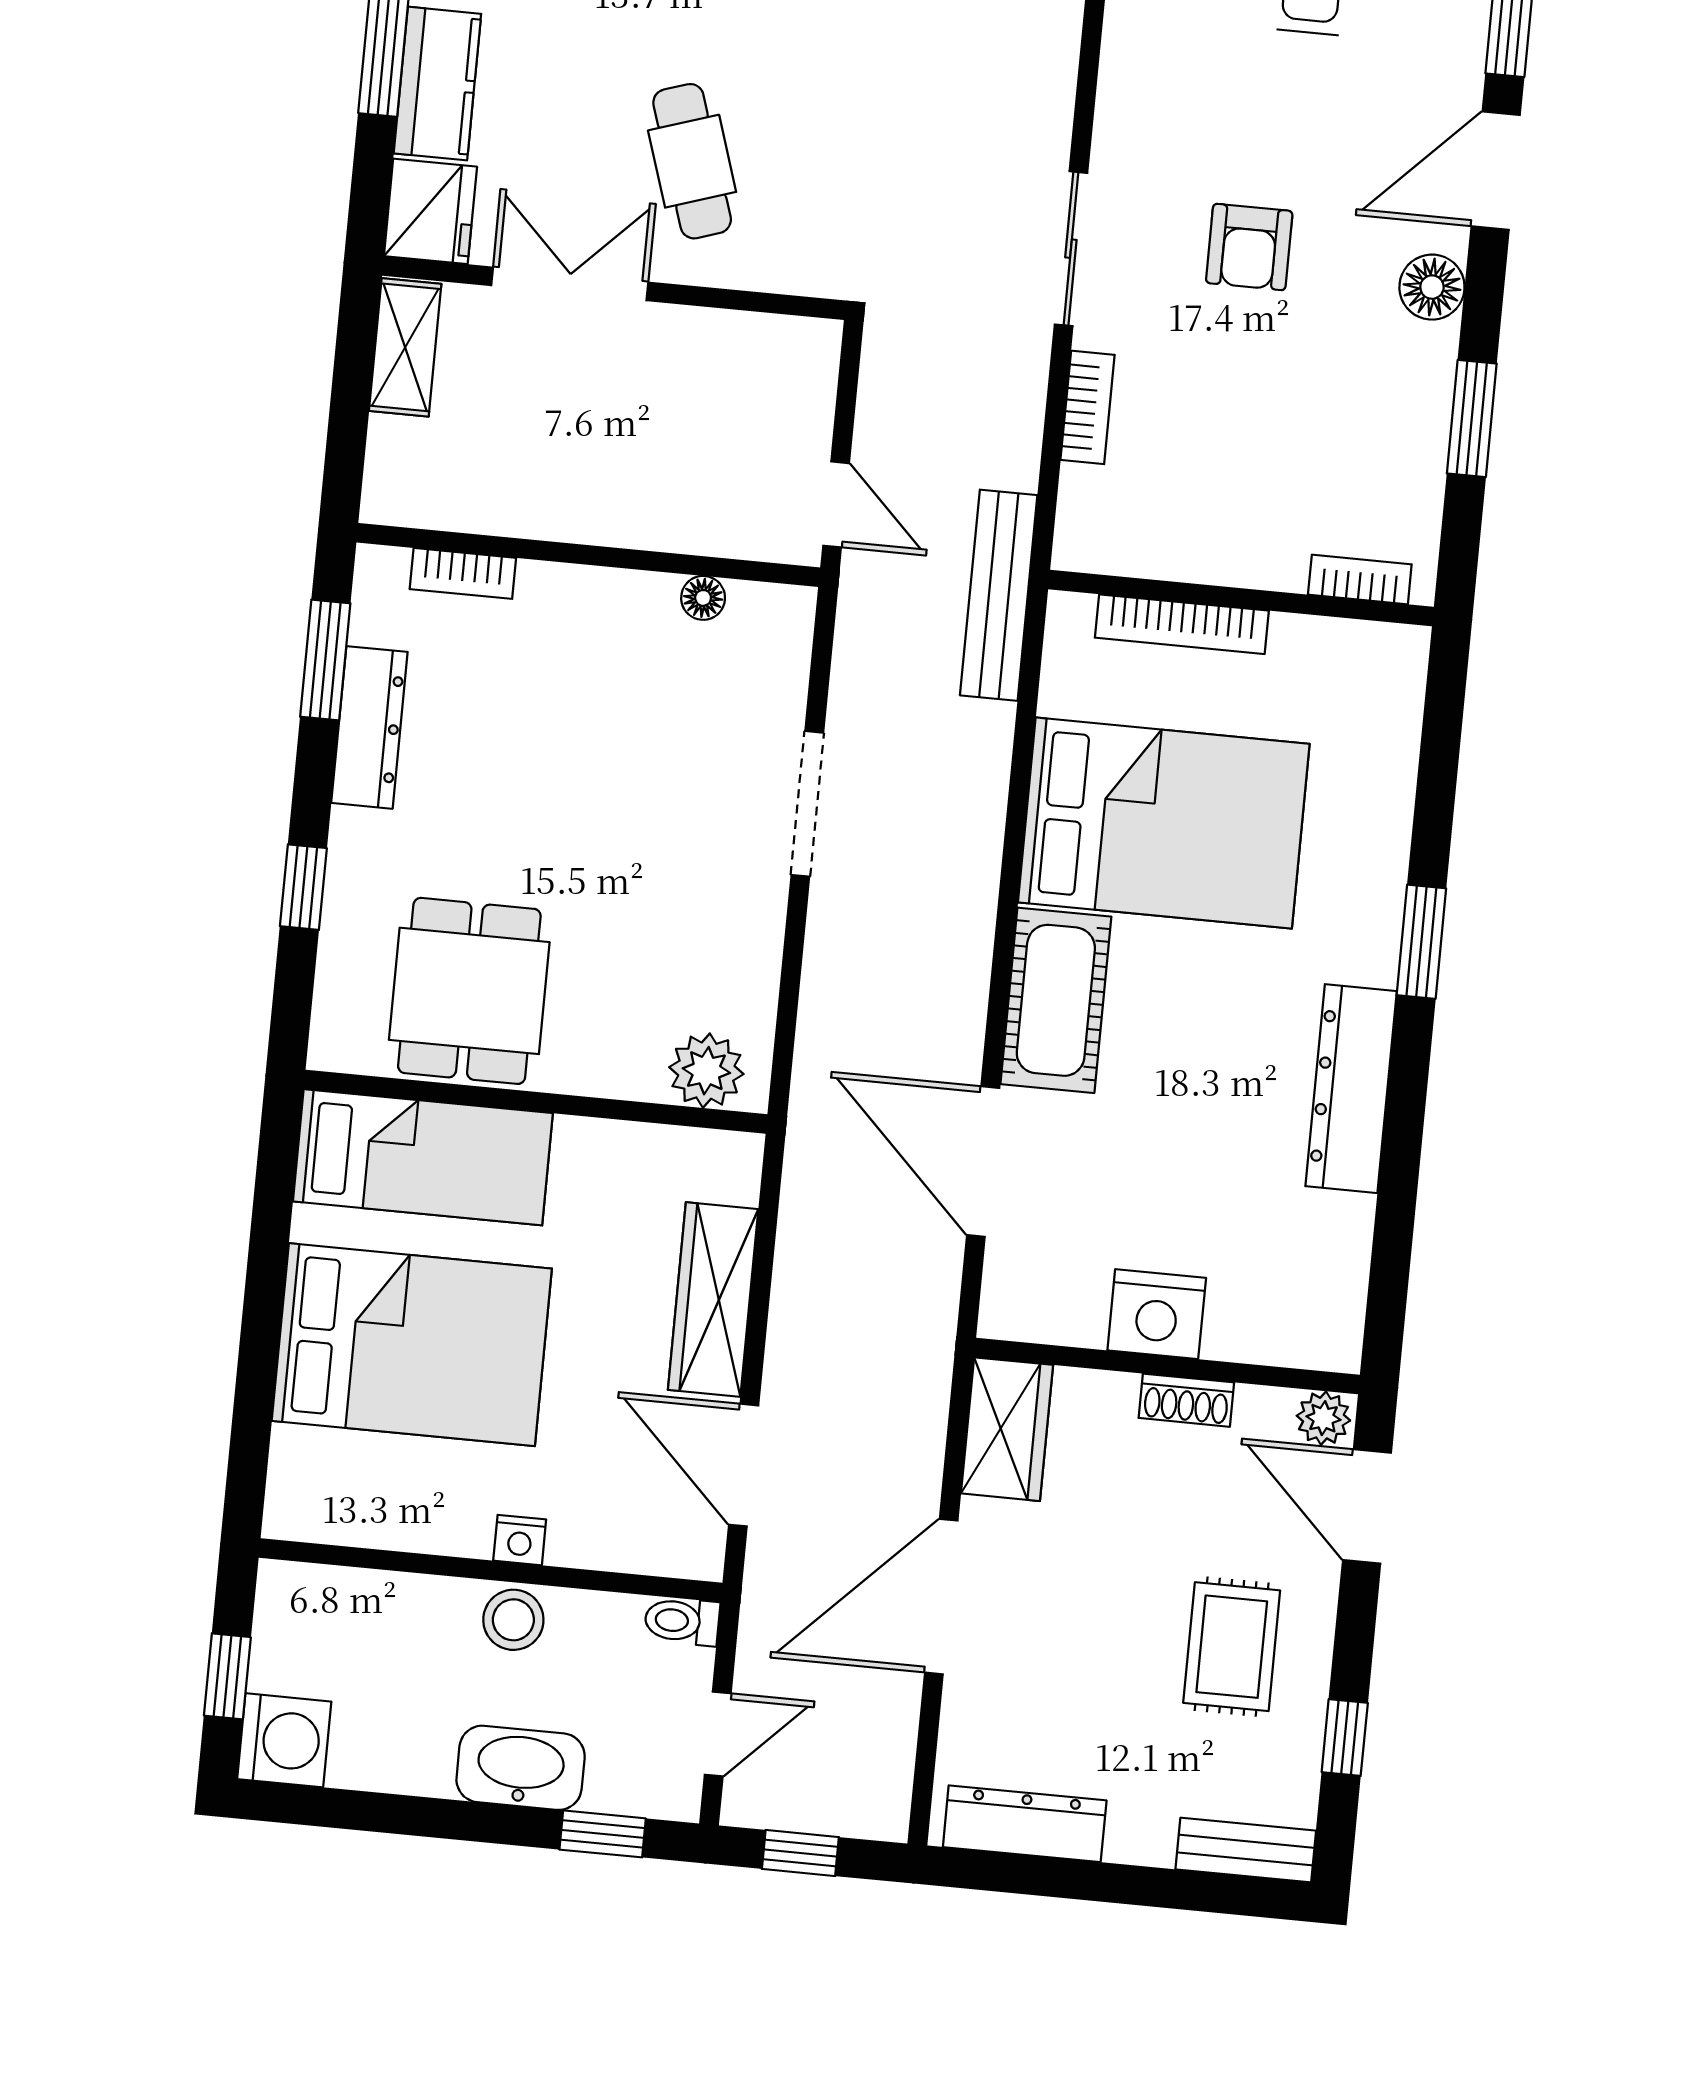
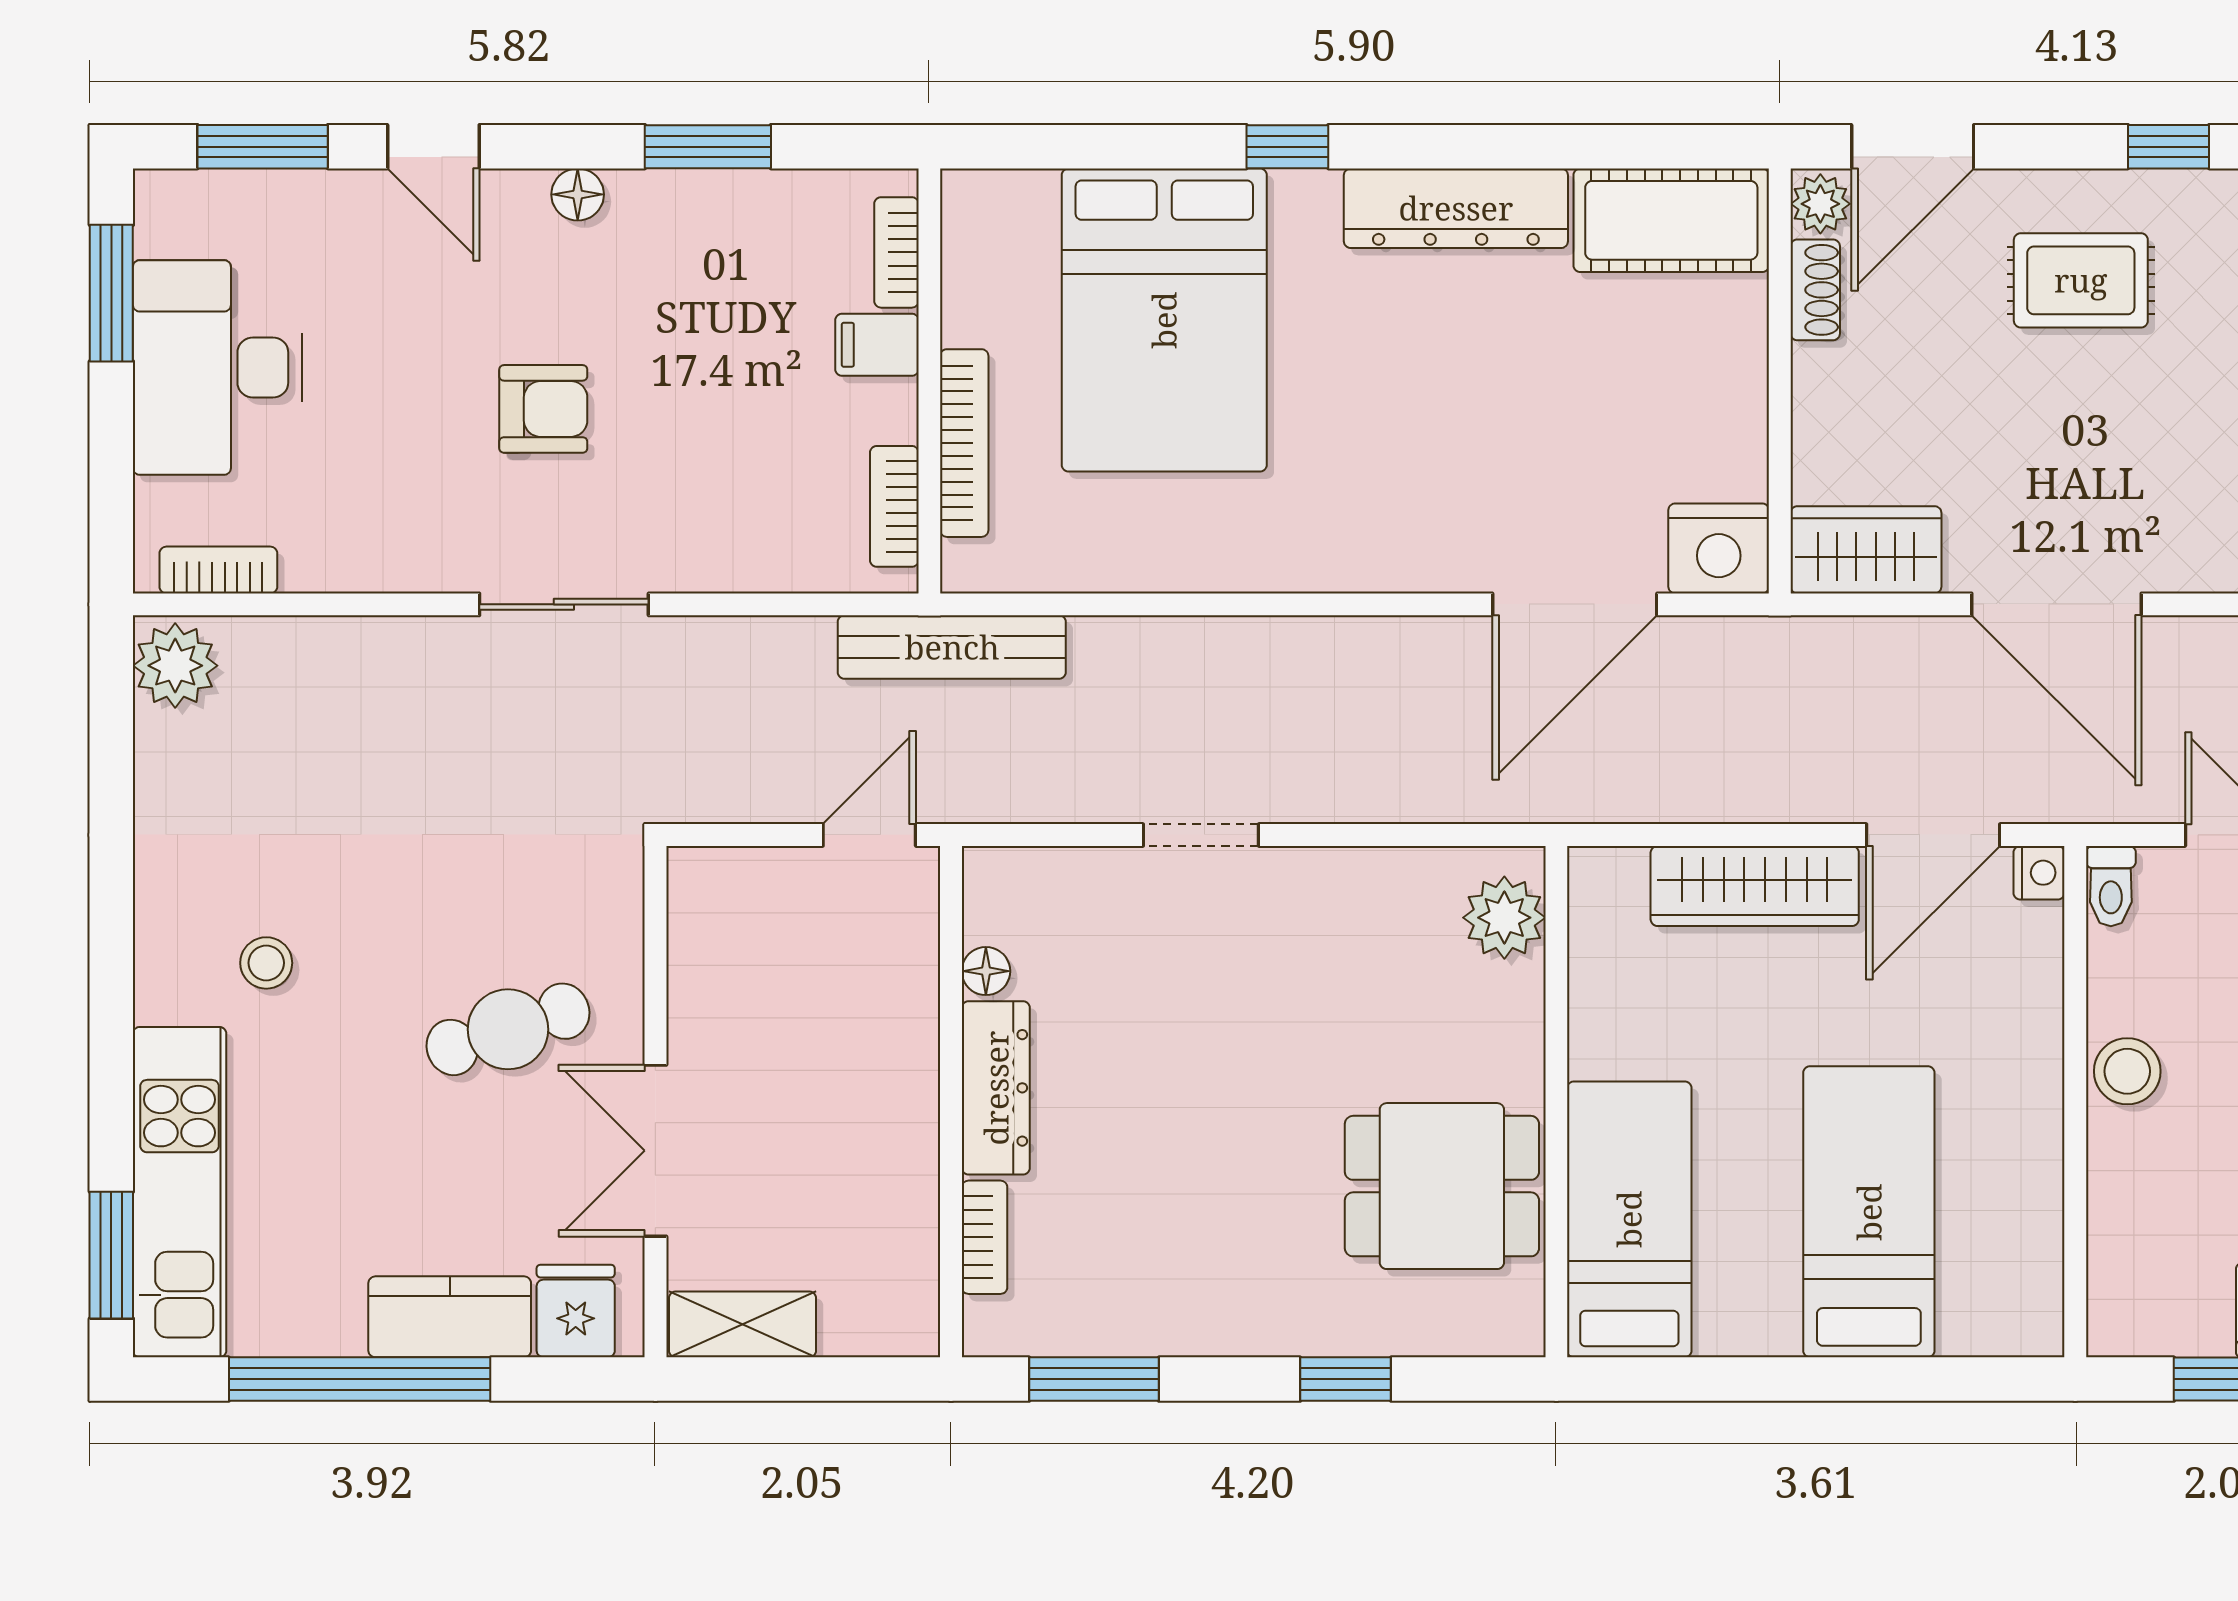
door: (1496, 171) -> (433, 147), width x0.73
fridge: (430, 211) -> (576, 1311), width x0.72
floor lamp: (1432, 287) -> (578, 194), width x0.73, depth x0.73
bookcase: (1088, 407) -> (894, 506), moved, turned -90
filing cabinet: (1278, 554) -> (877, 345), added
dresser: (369, 727) -> (996, 1088), moved, turned 90
doorway: (807, 804) -> (1201, 835), width x0.73
bed: (1164, 823) -> (1164, 320), moved, turned 180
window: (1421, 942) -> (1287, 147), width x0.67
cot: (1056, 1000) -> (1671, 220), moved
nightstand: (1157, 1314) -> (1719, 548), moved, turned 90
bed: (412, 1345) -> (1869, 1212), width x0.67
shoe rack: (1186, 1400) -> (1815, 290), moved
nightstand: (520, 1540) -> (2039, 873), moved

